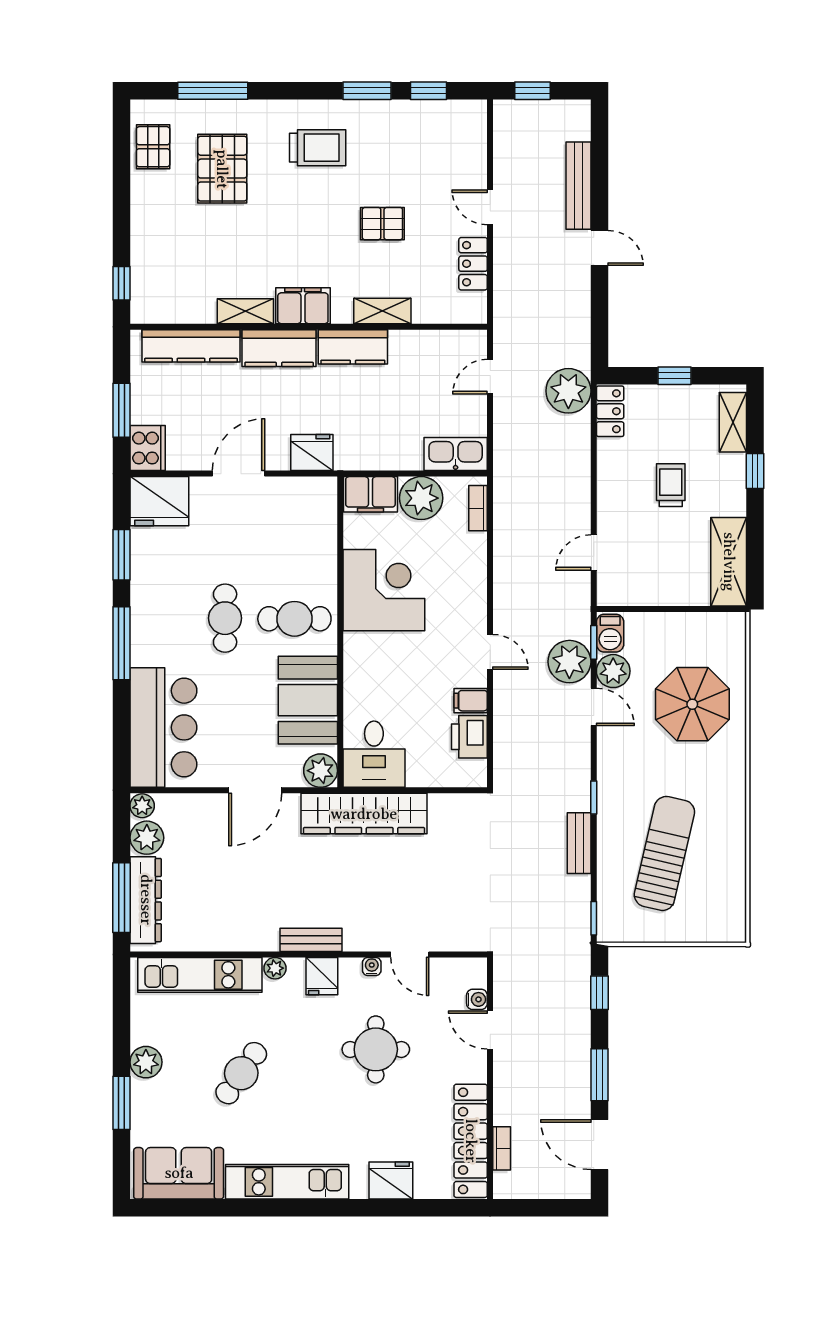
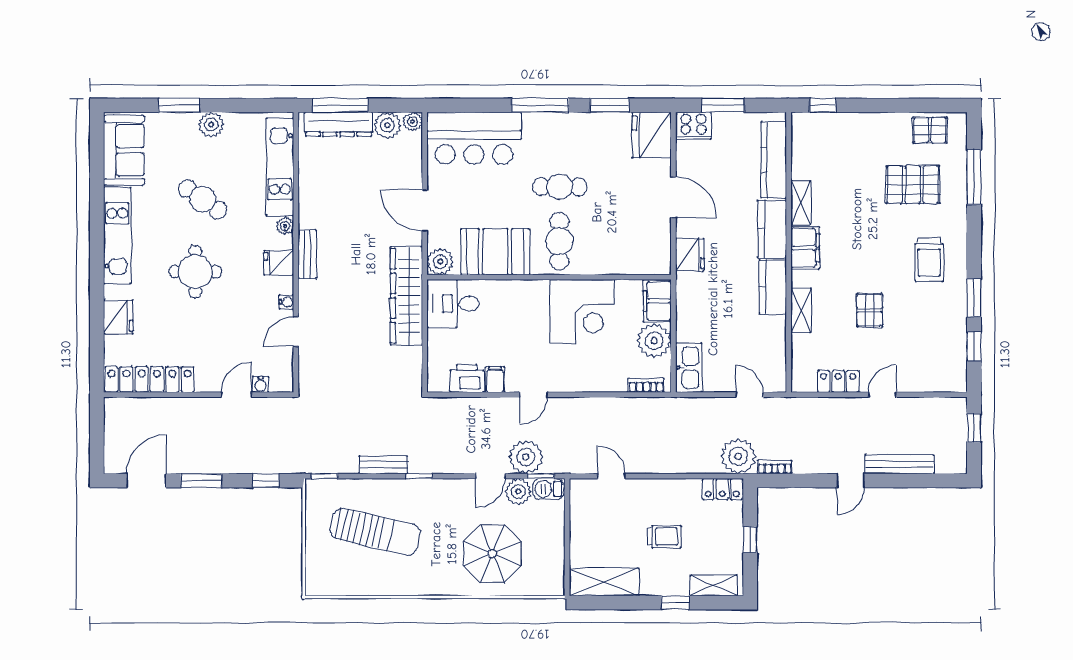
round table: (376, 1049) -> (195, 272), moved
bookcase: (502, 1148) -> (775, 467), moved, turned 180

